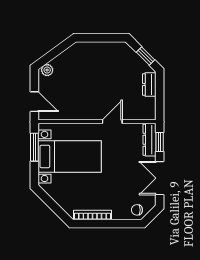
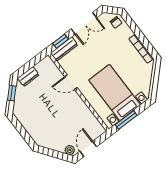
door: (34, 102) -> (88, 149), moved

